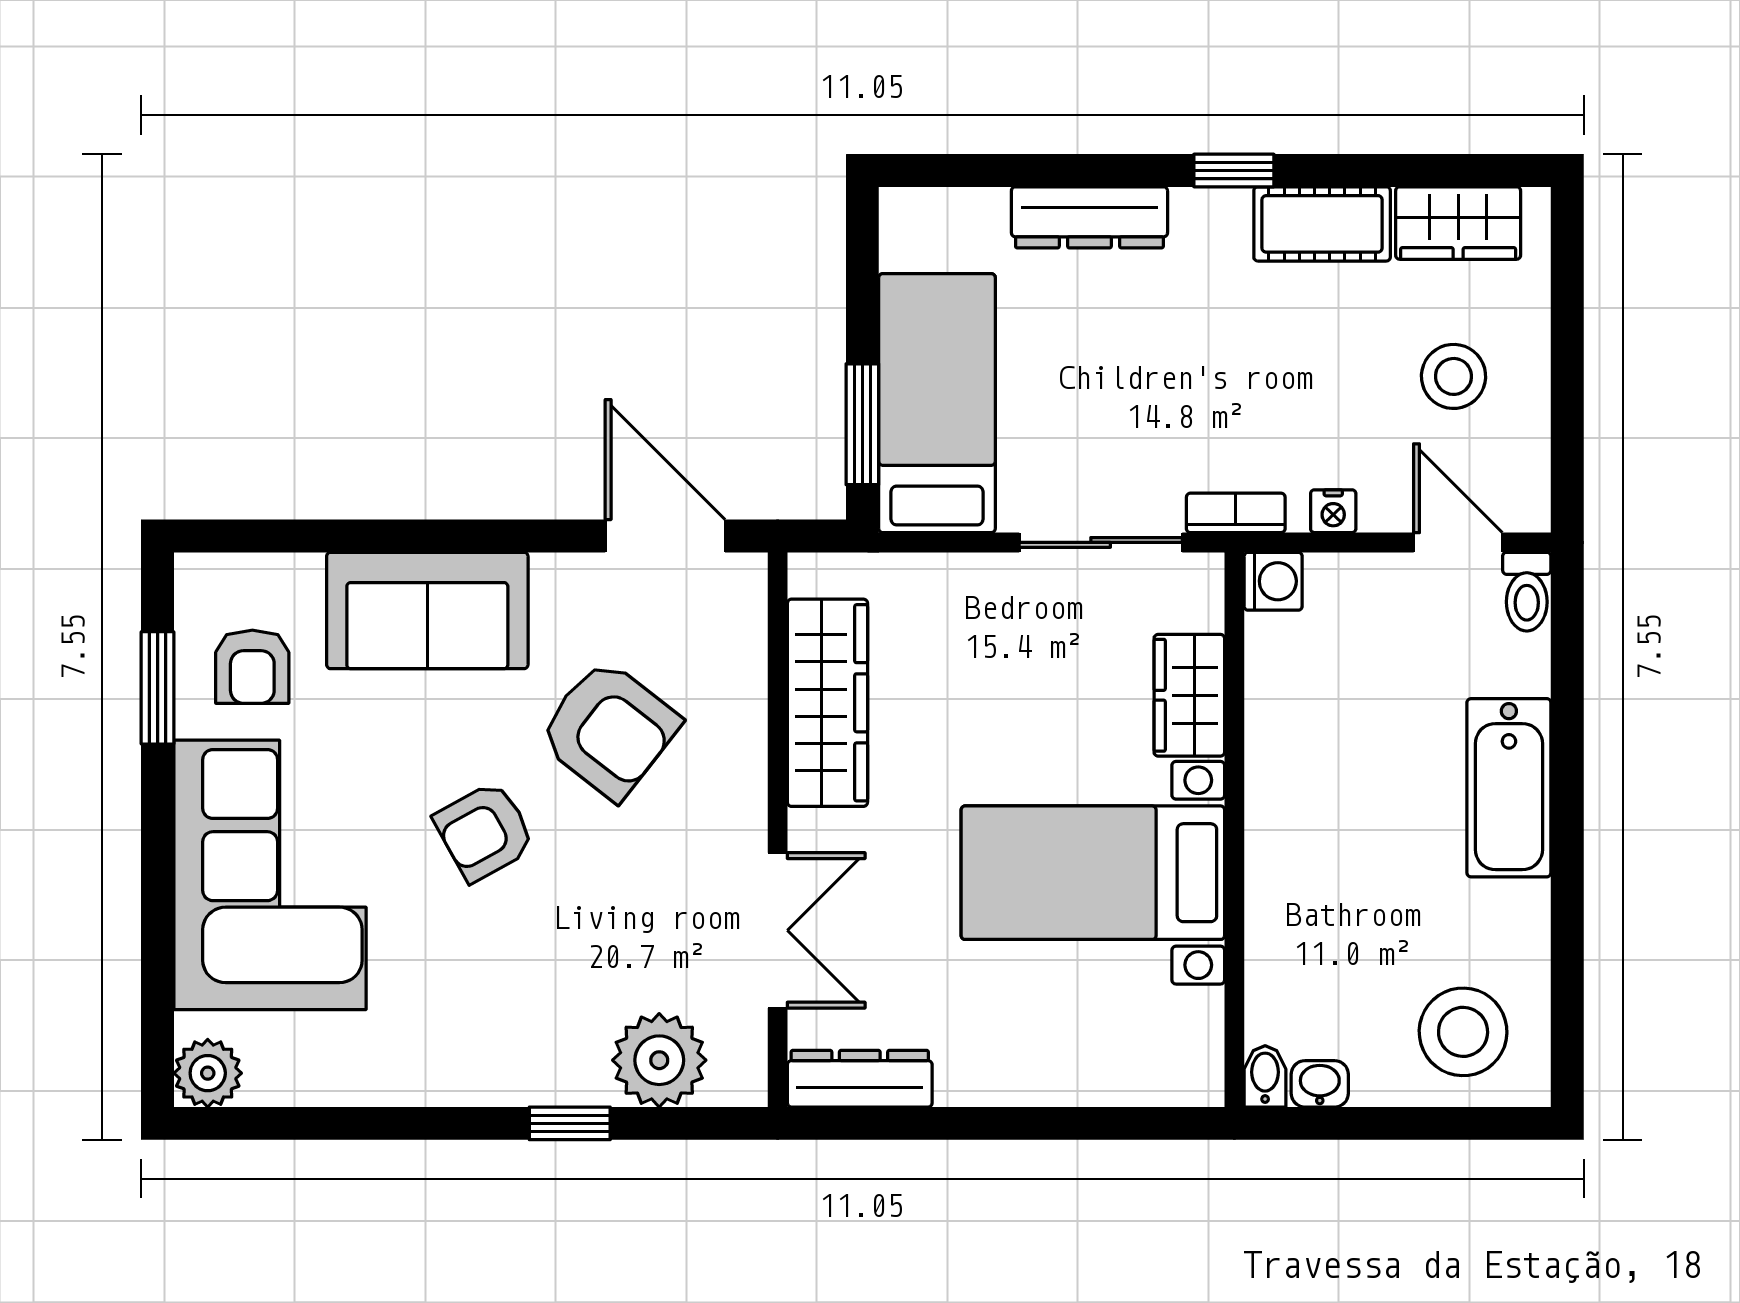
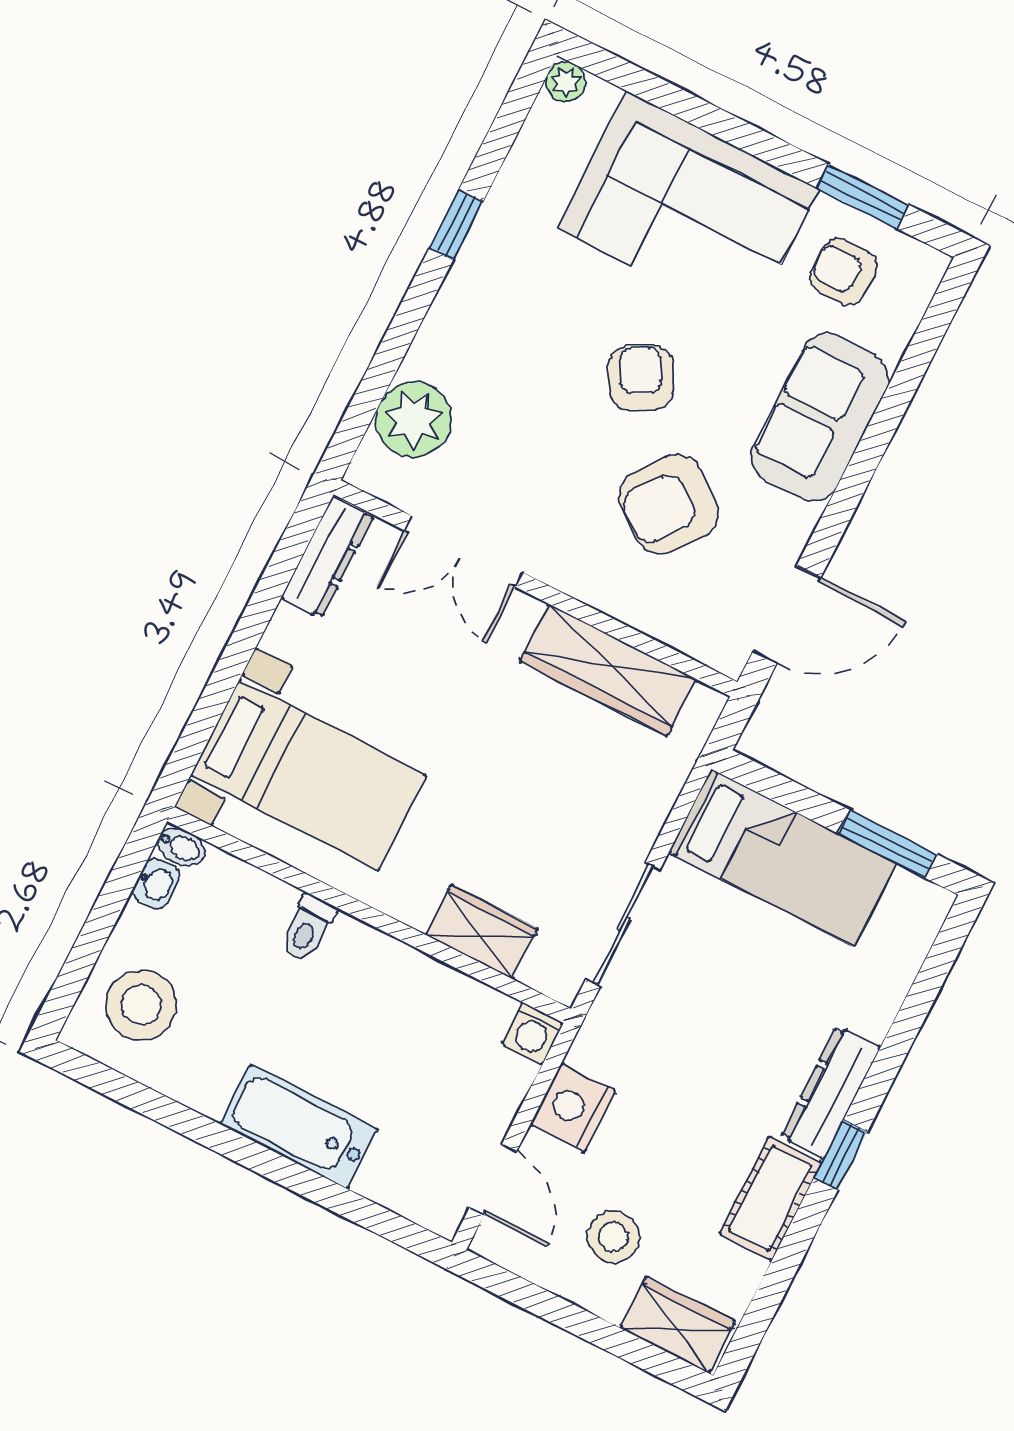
dresser: (1089, 217) -> (830, 1092), moved
wardrobe: (1458, 223) -> (678, 1325), moved, turned 90
window: (862, 424) -> (887, 844), moved
nightstand: (1333, 511) -> (573, 1108), width x1.89, depth x1.79
bookcase: (1236, 513) -> (595, 1031), removed
door: (1458, 542) -> (493, 1179), hinge flipped
toilet: (1527, 592) -> (308, 928), moved, turned -90
bed with nightstands: (1093, 873) -> (309, 775), moved, turned 90
plant: (208, 1073) -> (566, 82), width x0.73, depth x0.73
window: (570, 1123) -> (456, 225), moved

